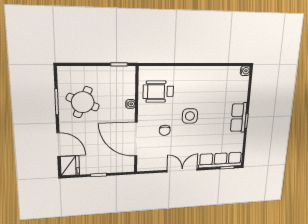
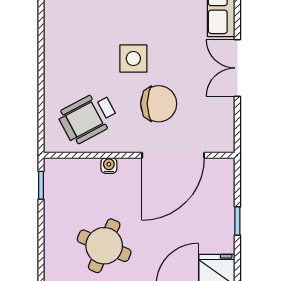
wheelchair: (158, 92) -> (88, 118), turned 62
chair: (165, 130) -> (159, 104), width x1.87, depth x1.87

